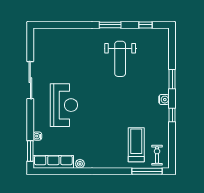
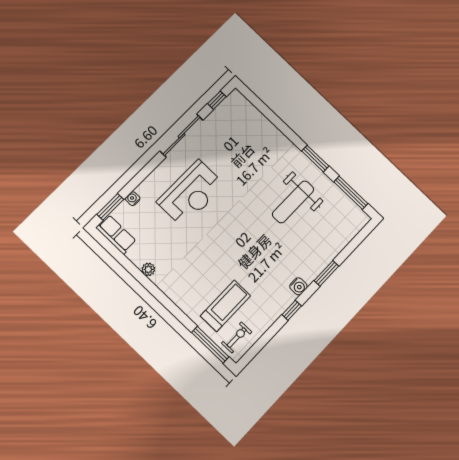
window: (145, 25) -> (351, 193), width x2.17
window: (30, 44) -> (217, 100), added
row of seats: (53, 162) -> (116, 234), width x0.68

